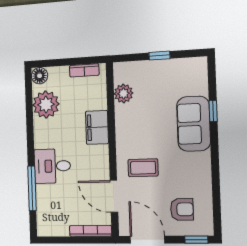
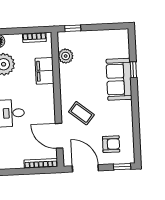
window: (159, 56) -> (73, 28), moved
filing cabinet: (97, 127) -> (45, 71), moved
coffee table: (143, 168) -> (81, 113), turned 39

